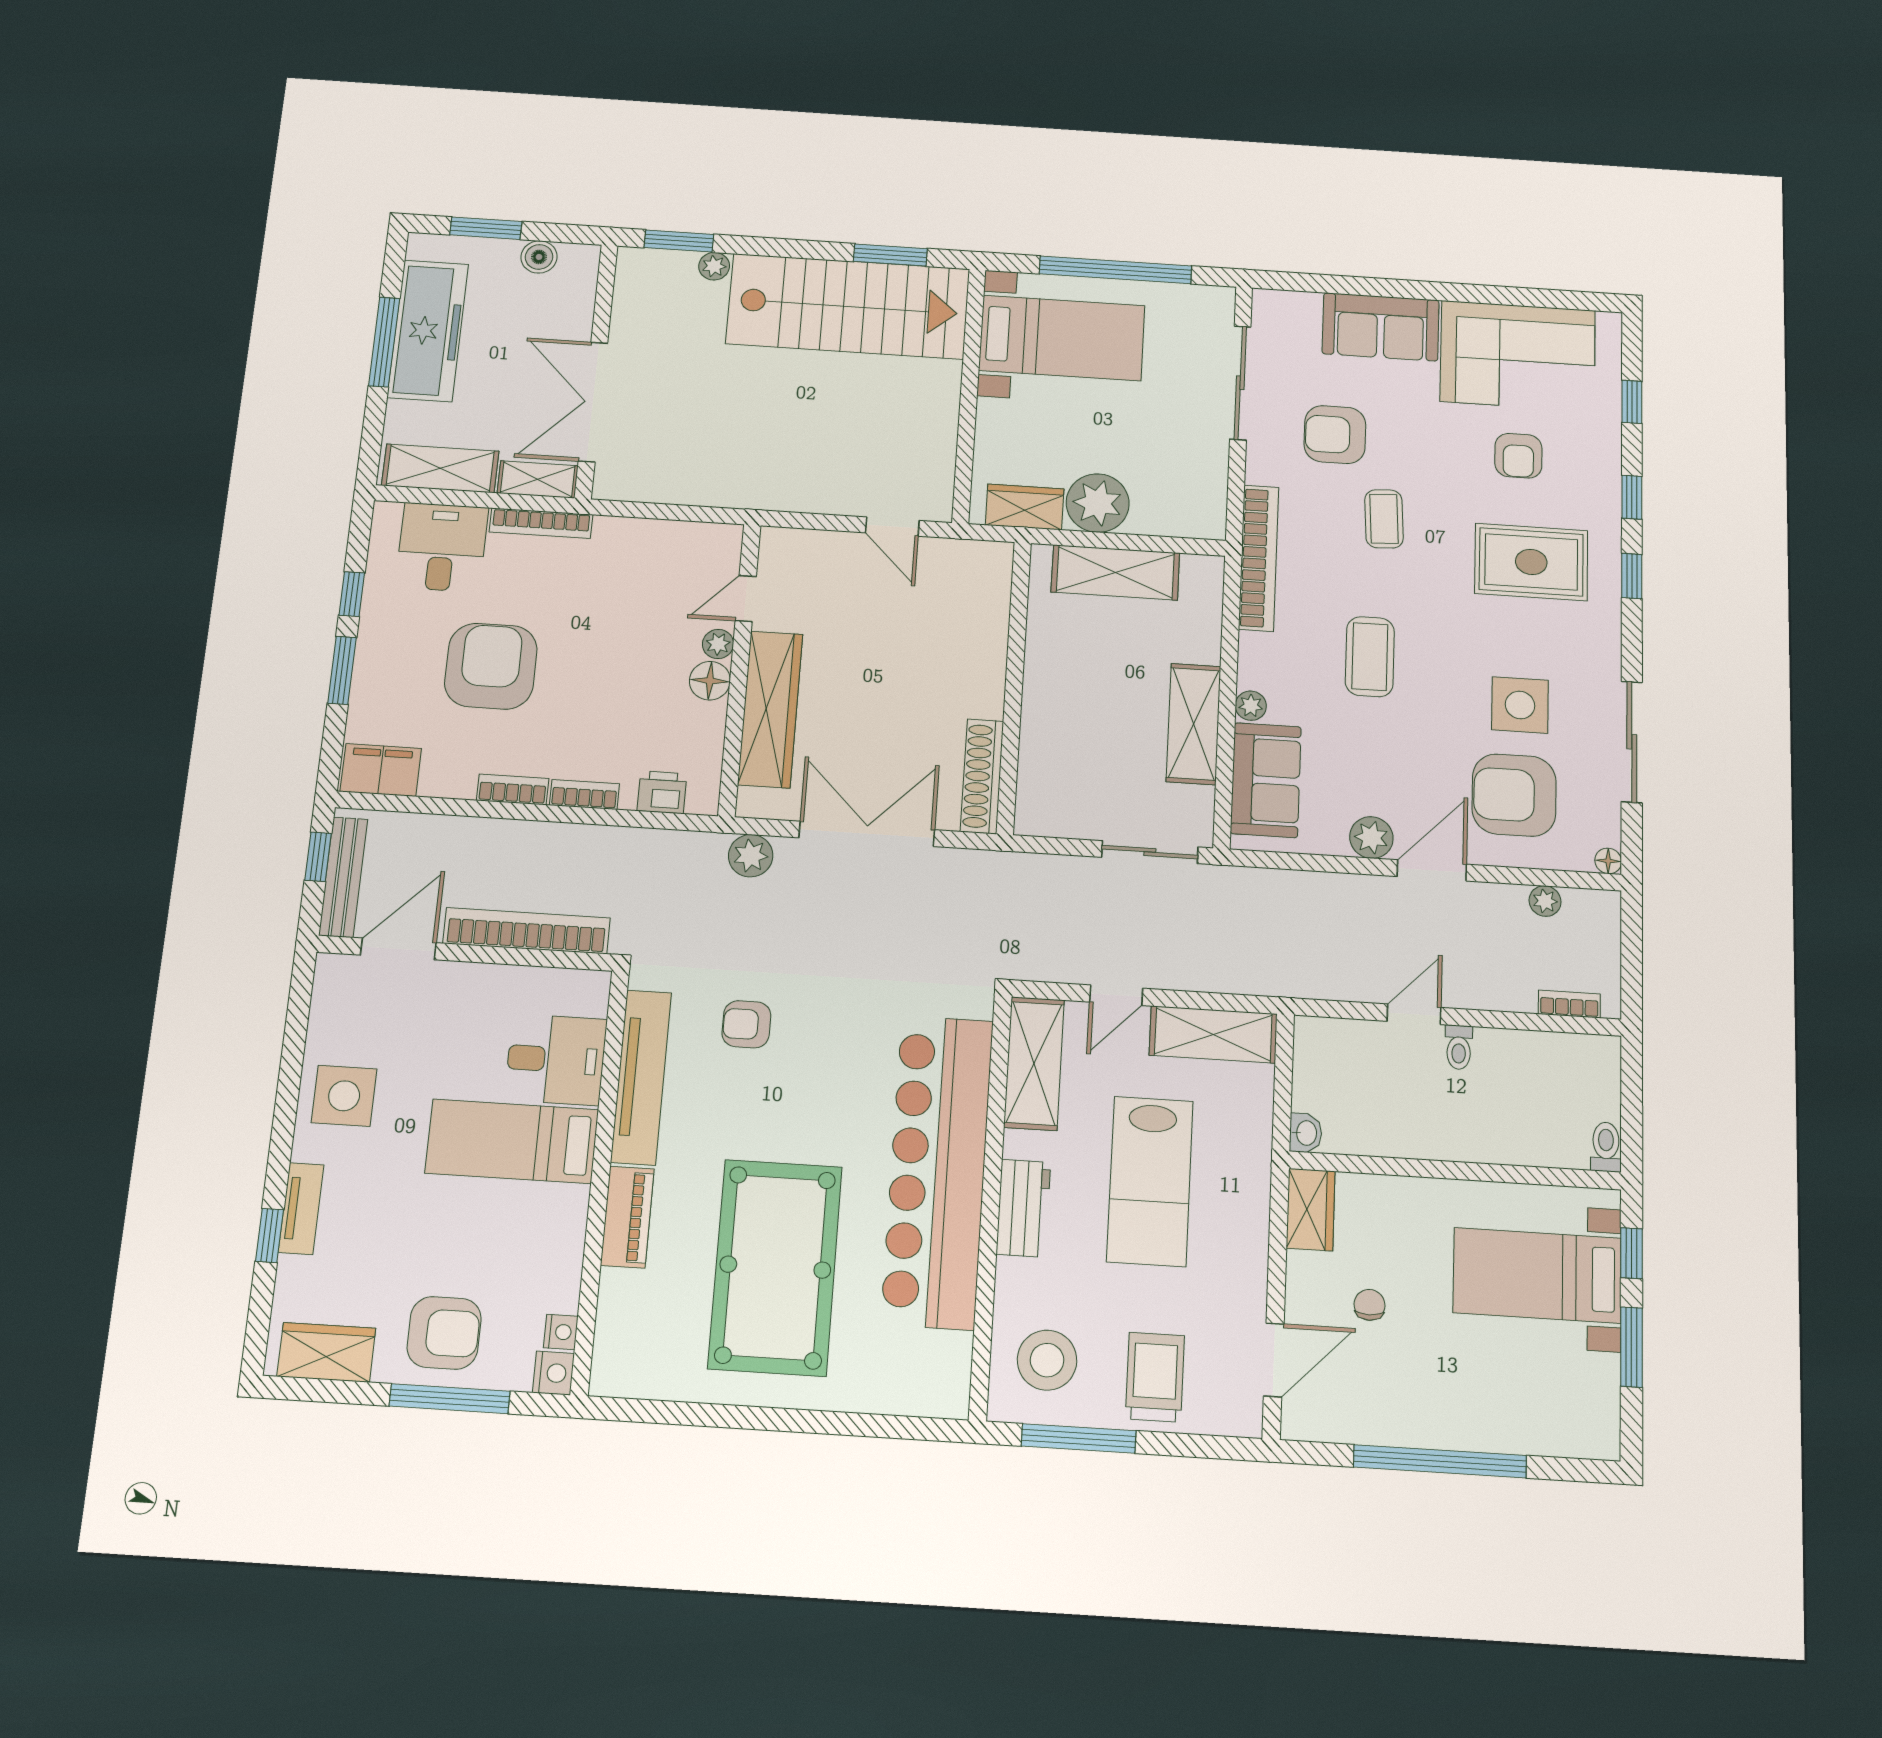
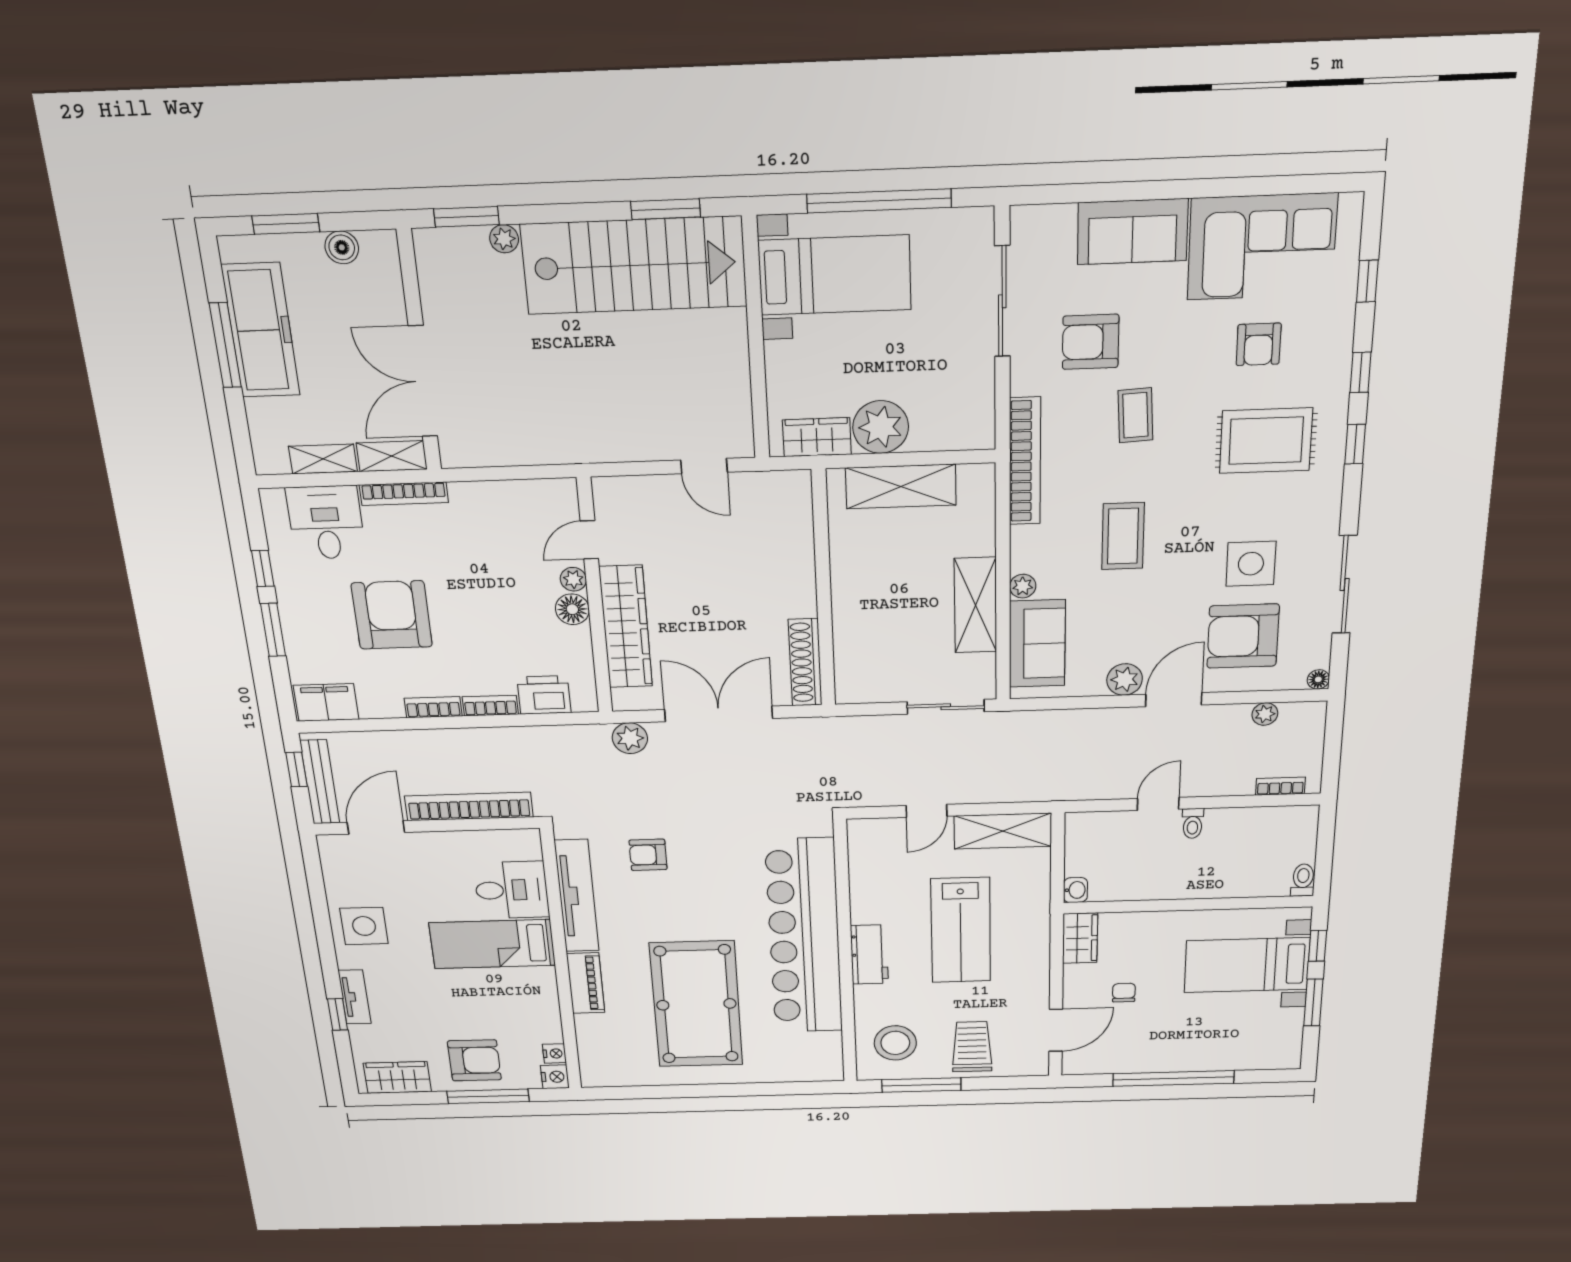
shelving: (440, 468) -> (323, 459), width x0.67, depth x0.75
printer: (662, 792) -> (544, 695), width x1.36, depth x1.24
shelving: (1034, 1063) -> (868, 862), removed

